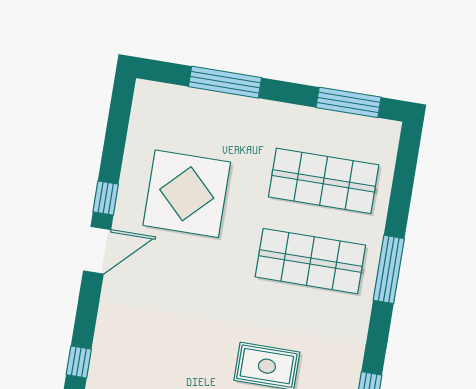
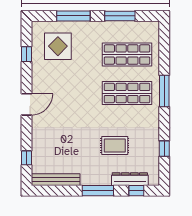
window: (349, 102) -> (120, 16), moved
display table: (187, 194) -> (58, 46), moved, width x0.73, depth x0.73
window: (106, 198) -> (27, 54), moved

